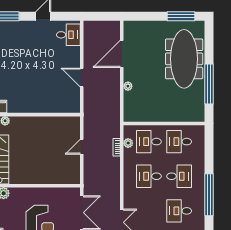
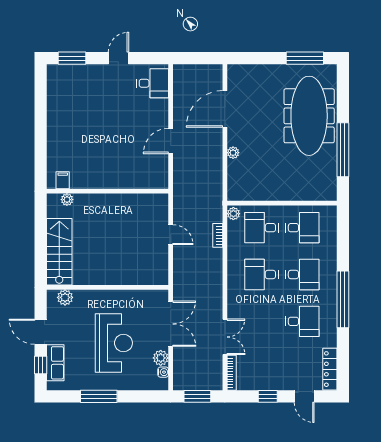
door: (82, 78) -> (171, 141), hinge flipped
desk: (179, 142) -> (302, 228), turned 180
plant: (128, 143) -> (233, 214), moved
door: (82, 147) -> (171, 235), swing flipped
desk: (179, 211) -> (302, 321), turned 180

